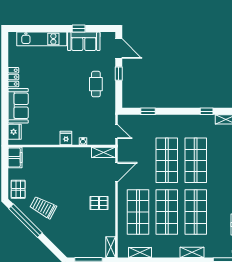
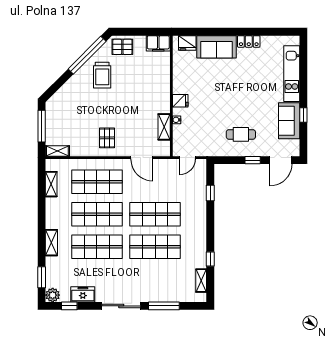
shelving: (103, 152) -> (164, 127), moved
trolley: (43, 207) -> (102, 75), turned 152

